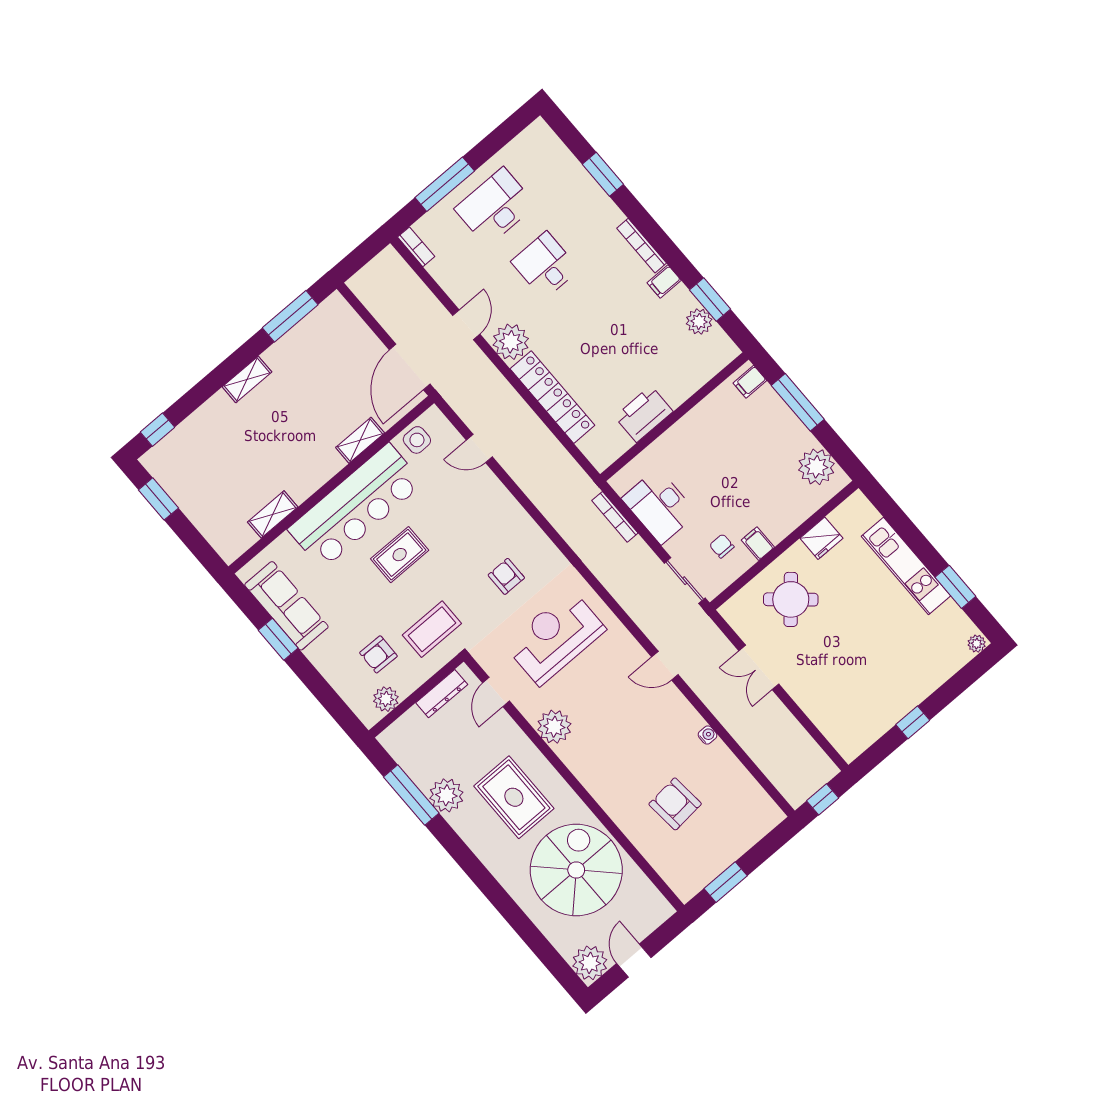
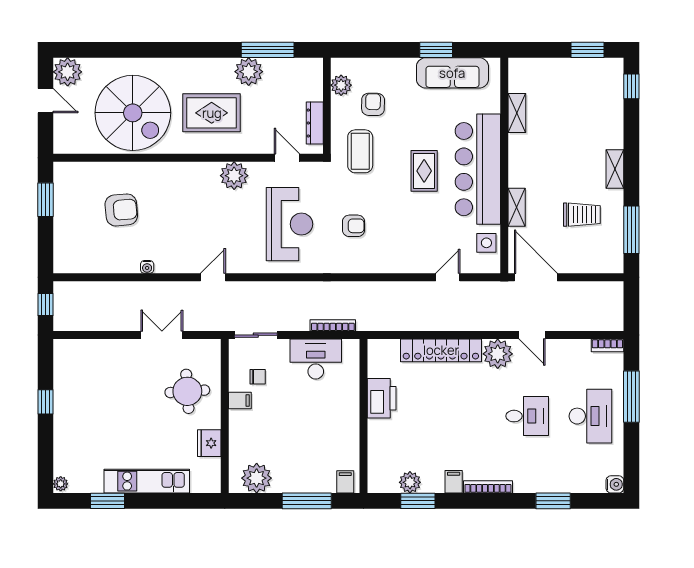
water cooler: (539, 130) -> (615, 484), added
trolley: (315, 374) -> (582, 215), added
round table: (791, 599) -> (187, 391), turned 45

